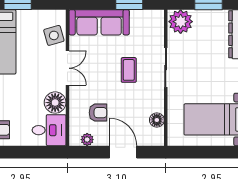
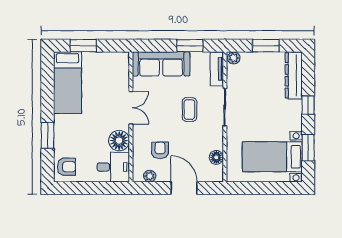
plant: (181, 22) -> (234, 58), width x0.53, depth x0.53
tv unit: (157, 27) -> (217, 69), added
side table: (54, 35) -> (118, 76), removed
armchair: (98, 113) -> (160, 150), turned -90

